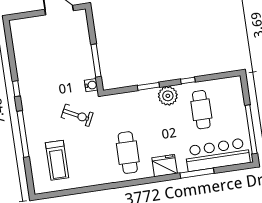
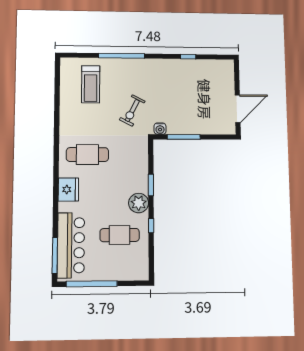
window: (16, 89) -> (188, 57), moved
treadmill: (57, 160) -> (91, 84), turned -90
window: (197, 173) -> (55, 255), moved

